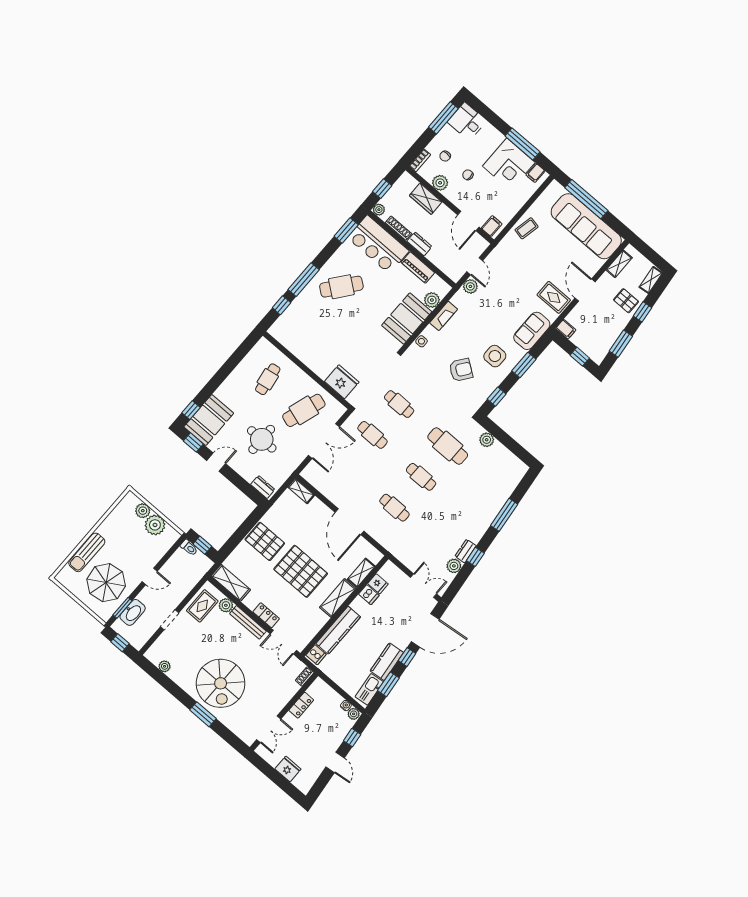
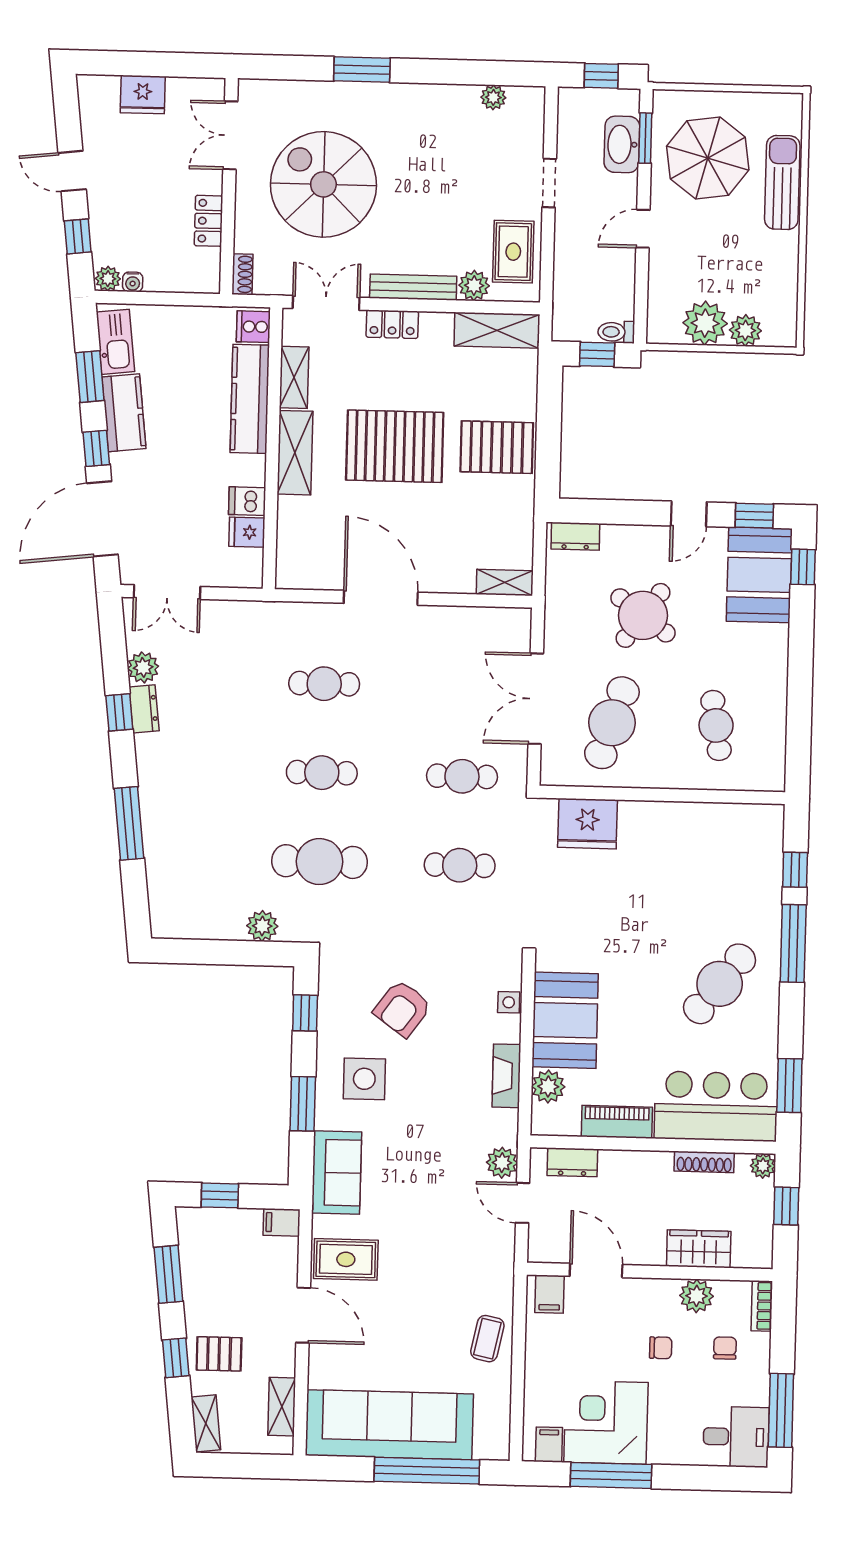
dresser: (419, 244) -> (572, 1162), moved
round table: (262, 439) -> (643, 615), turned 36
shelving: (361, 573) -> (294, 377), moved
spiral stairs: (221, 683) -> (323, 184), moved

